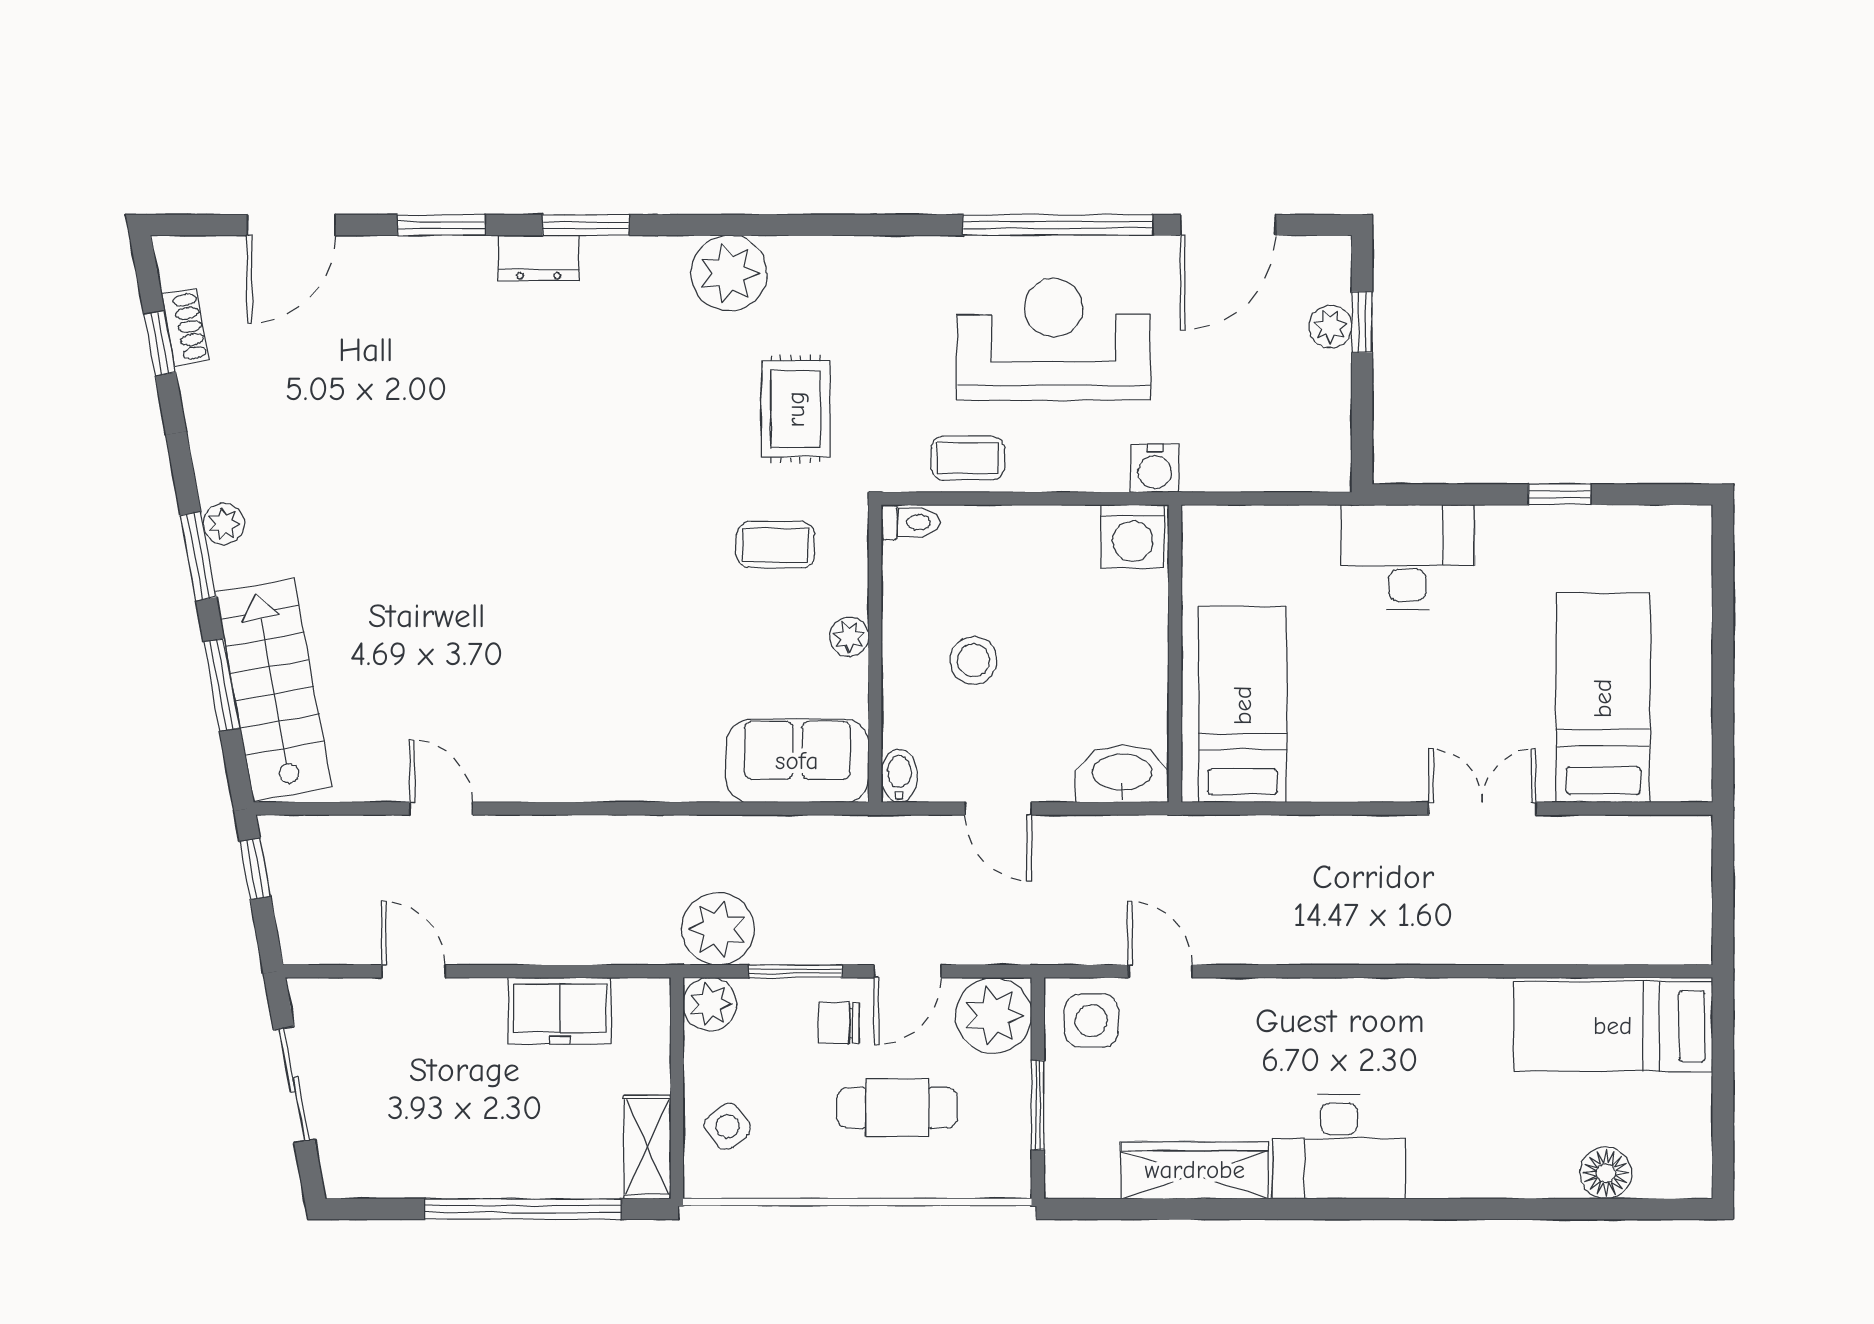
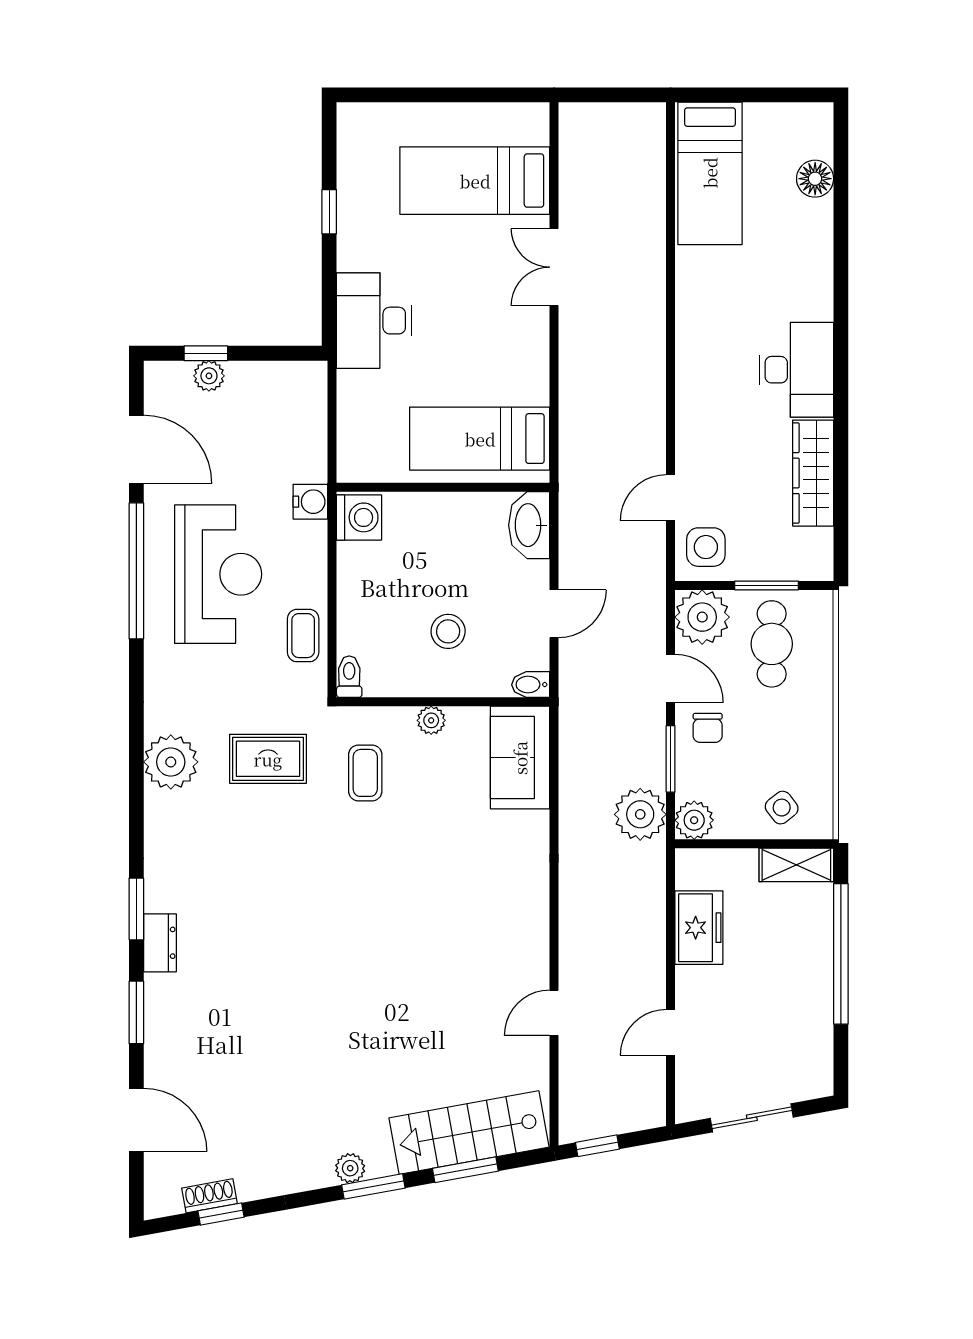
plant: (729, 273) -> (171, 762), moved
reception desk: (1053, 339) -> (218, 574), turned 180
cafe table: (897, 1108) -> (772, 644), moved

